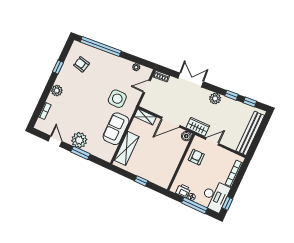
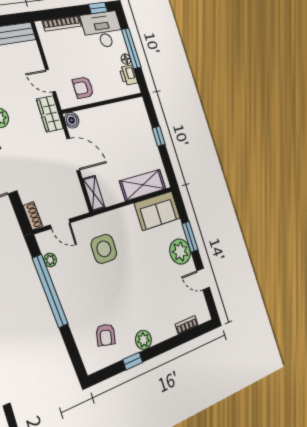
window: (101, 47) -> (50, 291), moved
plant: (57, 91) -> (143, 340), moved
sofa: (116, 129) -> (157, 211), moved
door: (55, 141) -> (203, 279), hinge flipped

